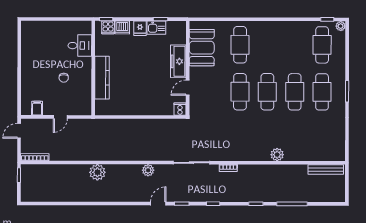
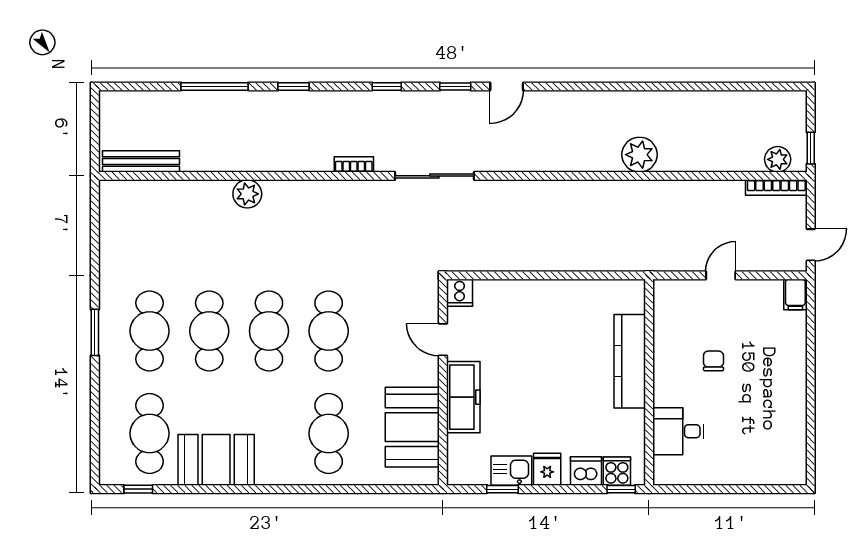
plant: (341, 26) -> (109, 475), removed
booth: (292, 33) -> (216, 460), added
door: (188, 88) -> (443, 340), swing flipped
filing cabinet: (37, 108) -> (795, 295), moved
plant: (148, 170) -> (778, 159), moved

